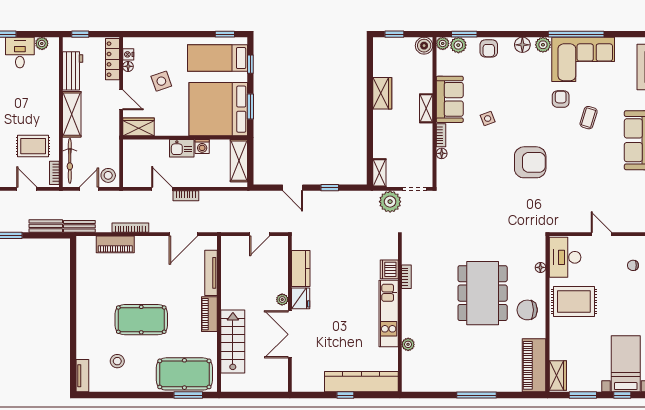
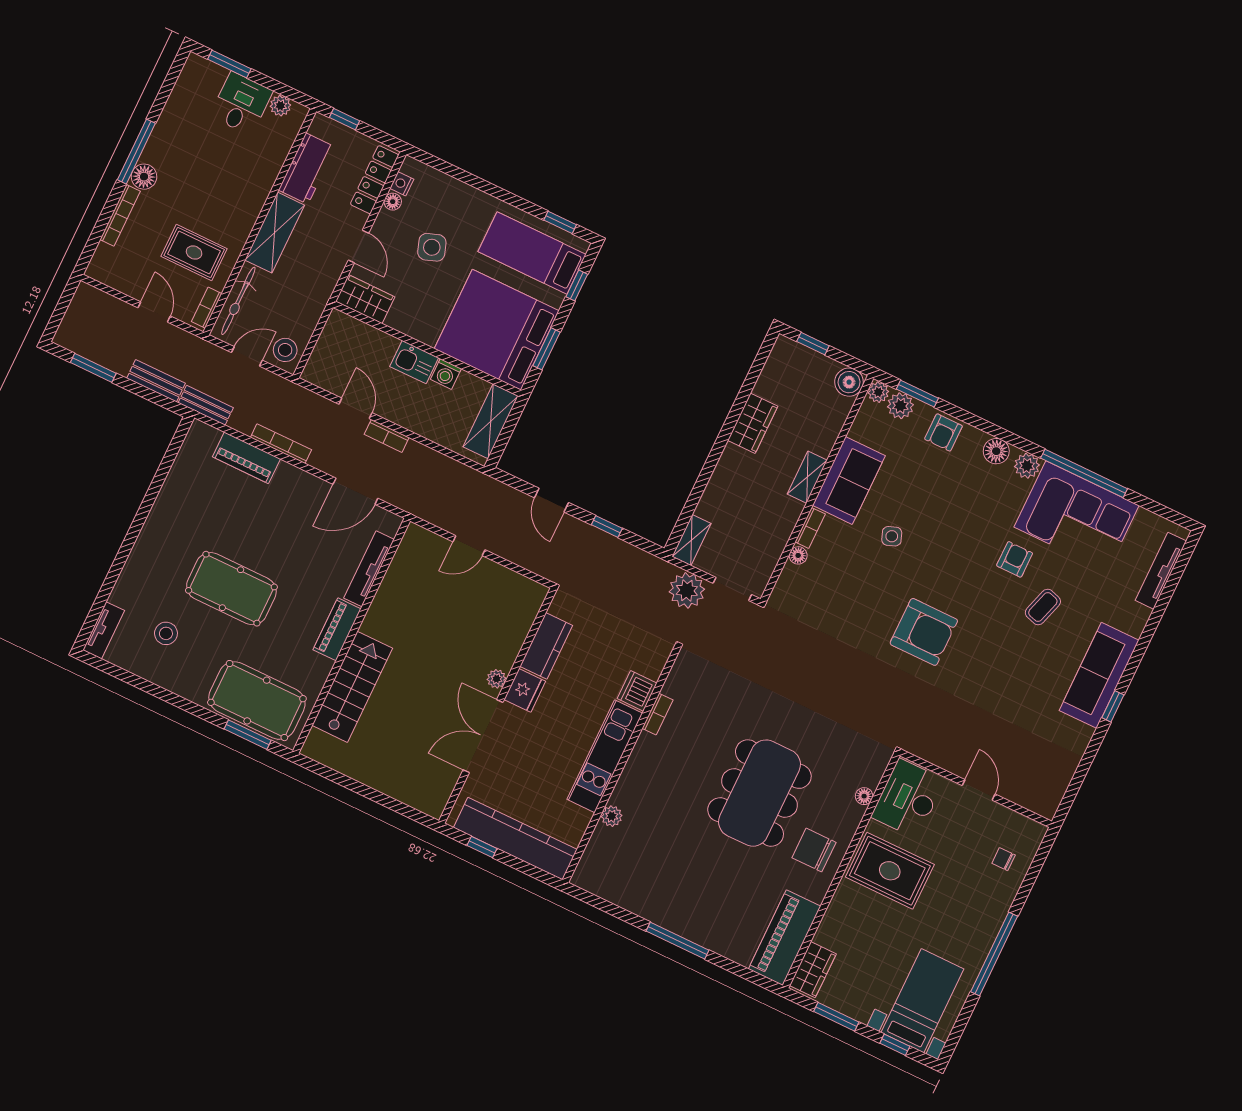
kitchen counter: (301, 269) -> (546, 646), moved
fridge: (301, 298) -> (525, 690), moved
plant: (282, 300) -> (497, 679), moved
wall: (290, 314) -> (498, 706), moved
double door: (290, 334) -> (483, 736), moved

